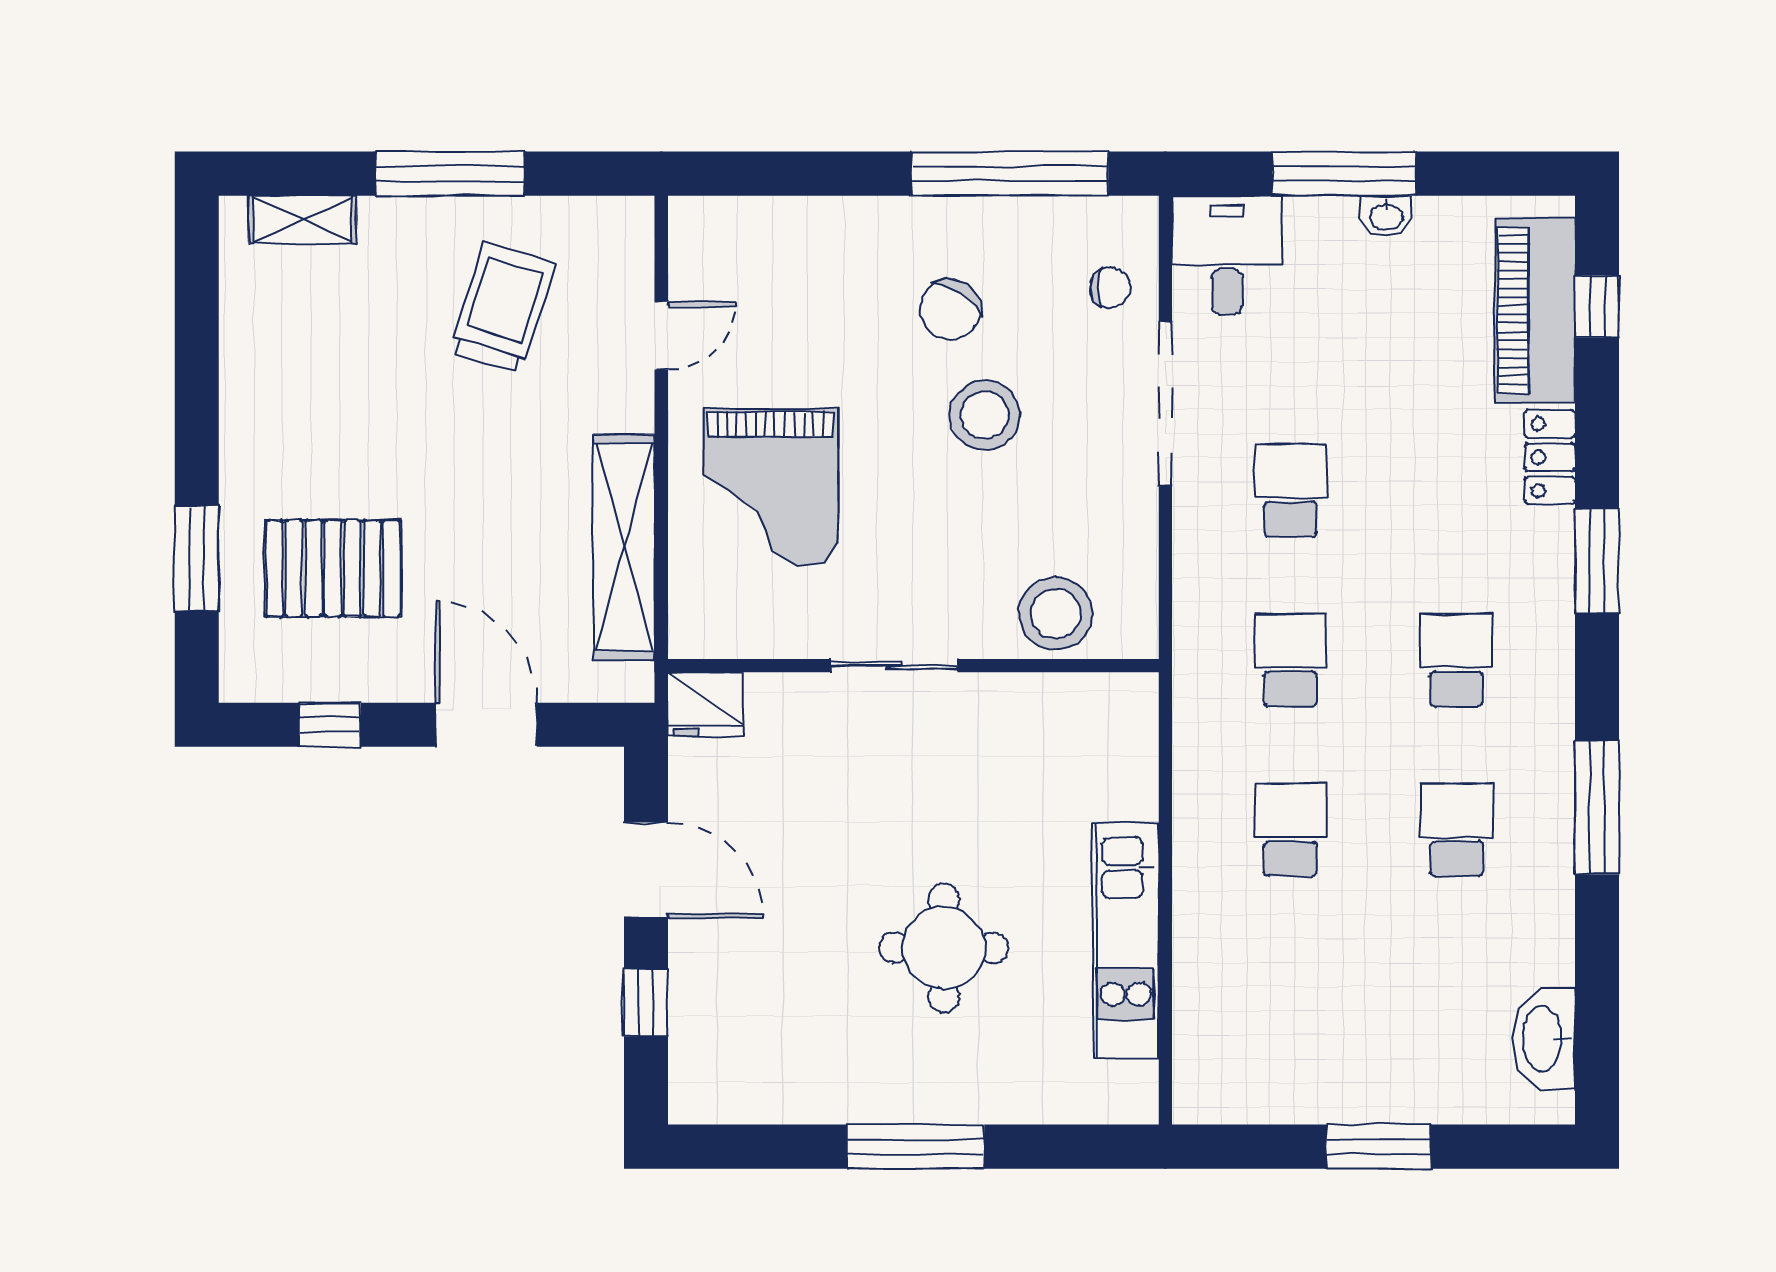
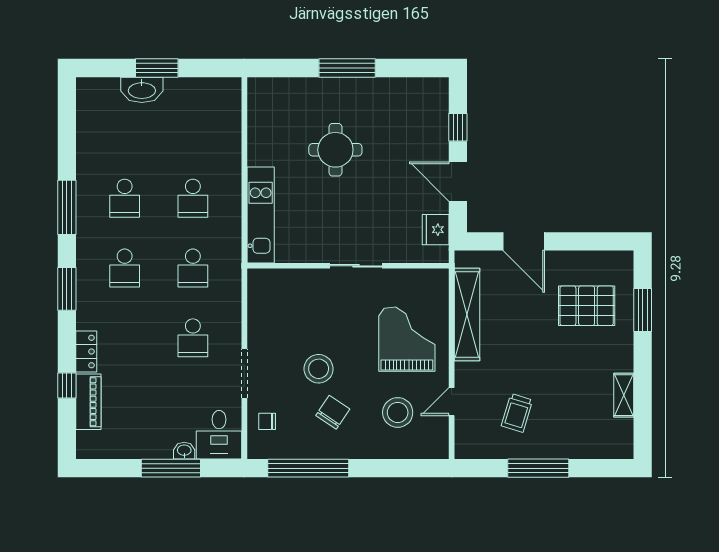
washbasin: (1387, 216) -> (184, 451), moved
shelving: (303, 220) -> (624, 395), moved, turned 90
window: (1597, 307) -> (67, 385), moved
trolley: (502, 308) -> (517, 413), width x0.73, depth x0.72
piano: (1535, 310) -> (88, 402), width x0.73, depth x0.75
doorway: (1165, 403) -> (244, 374), width x0.73
window: (1597, 561) -> (67, 289), moved
stool: (1056, 613) -> (398, 412), moved
fridge: (705, 704) -> (436, 230), moved, turned -90
window: (330, 725) -> (588, 241), removed
kitchen unit: (1126, 940) -> (261, 215), moved
washbasin: (1544, 1039) -> (142, 90), moved, turned 90

